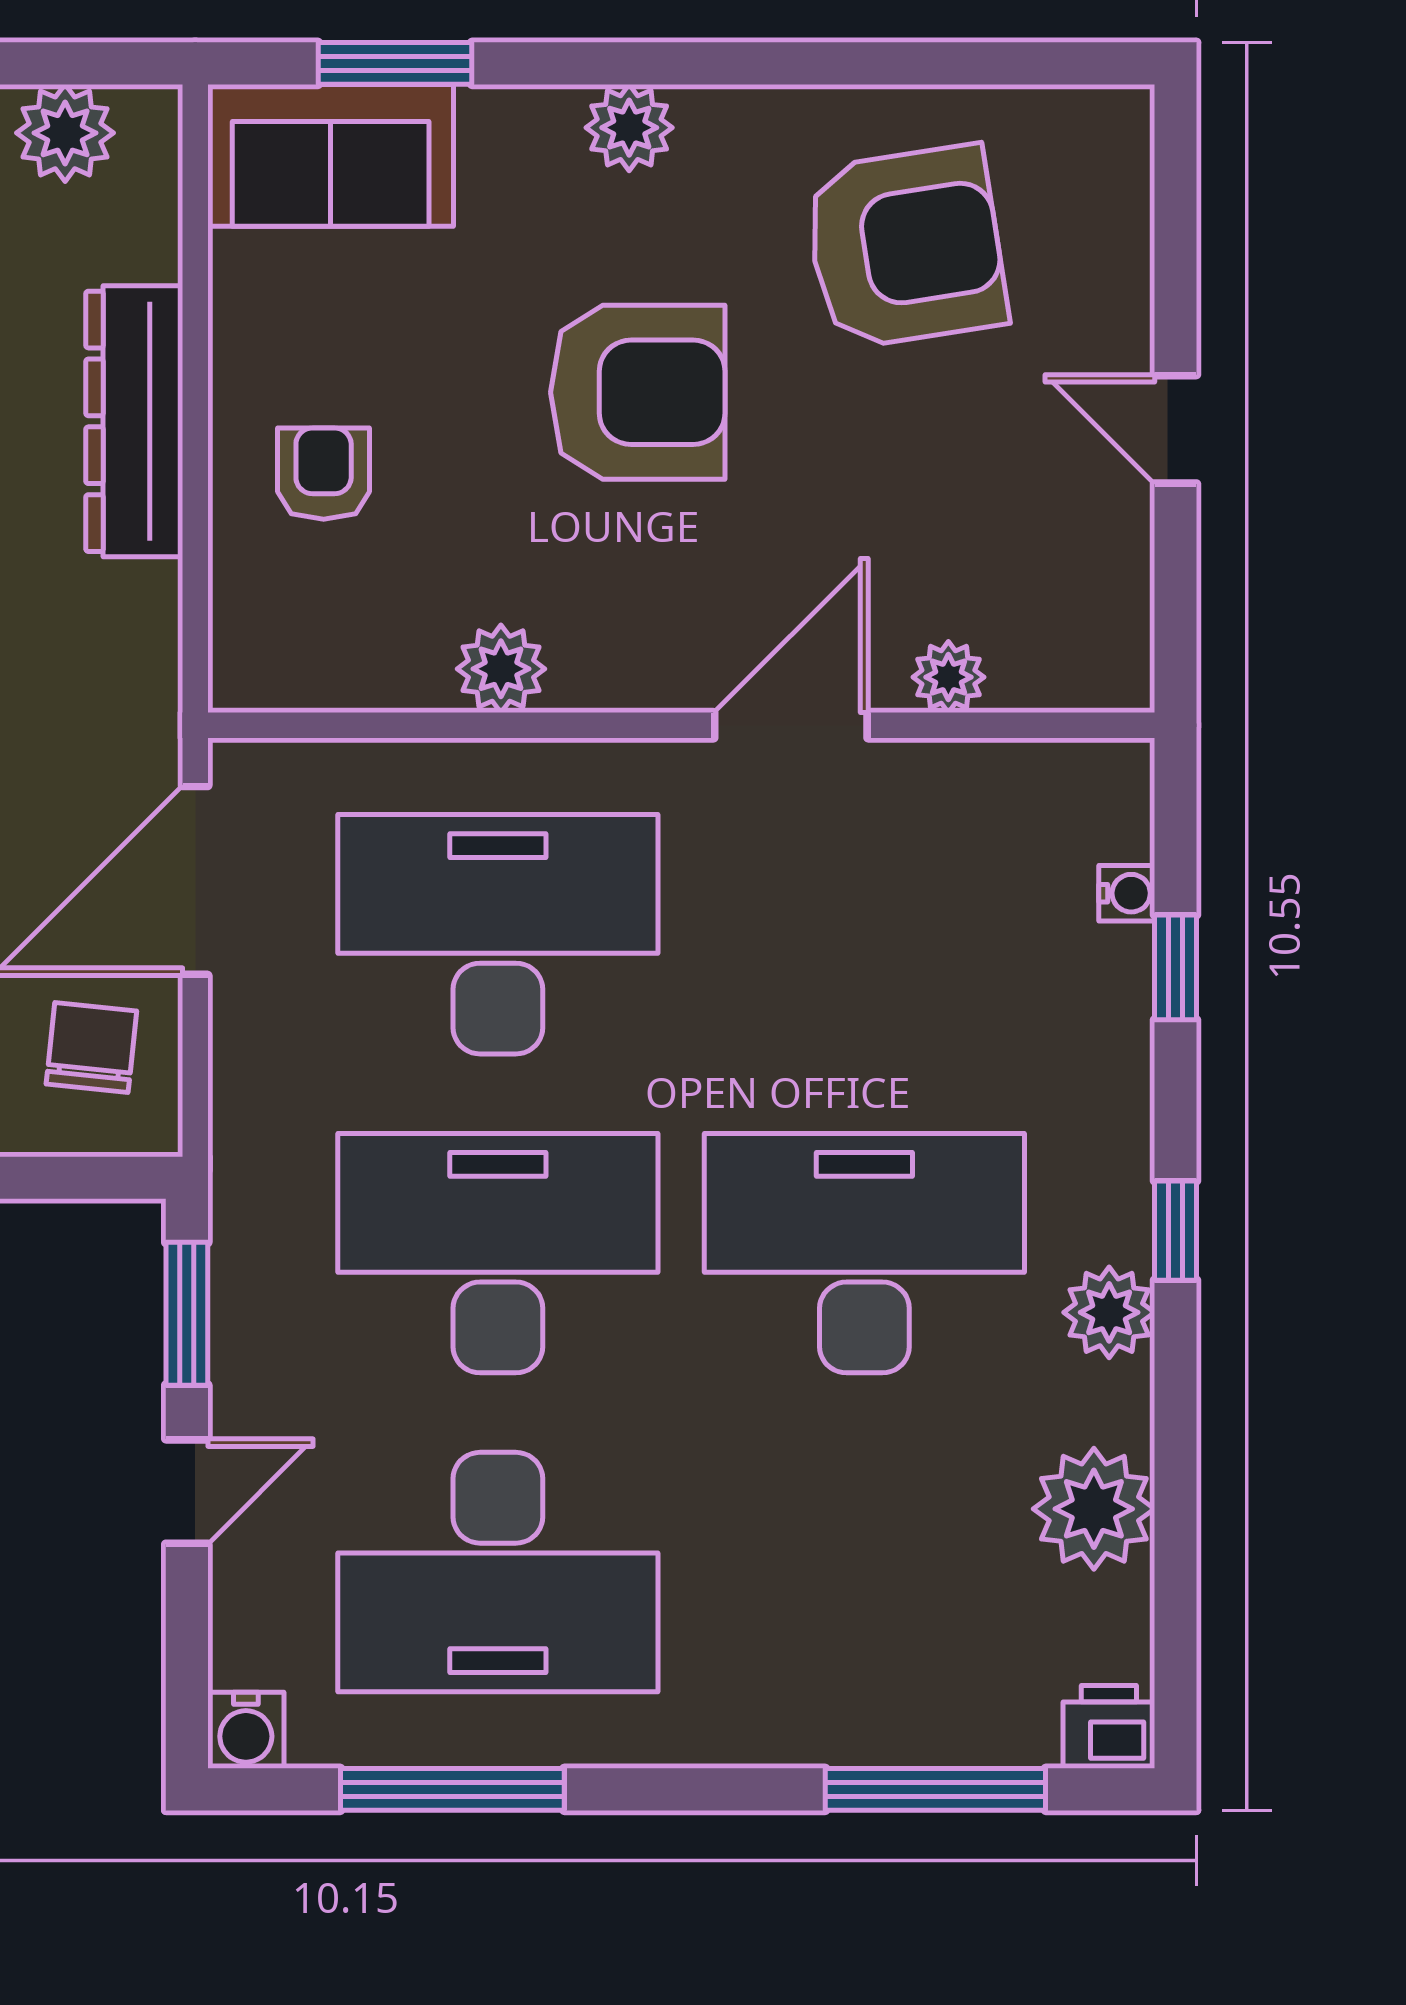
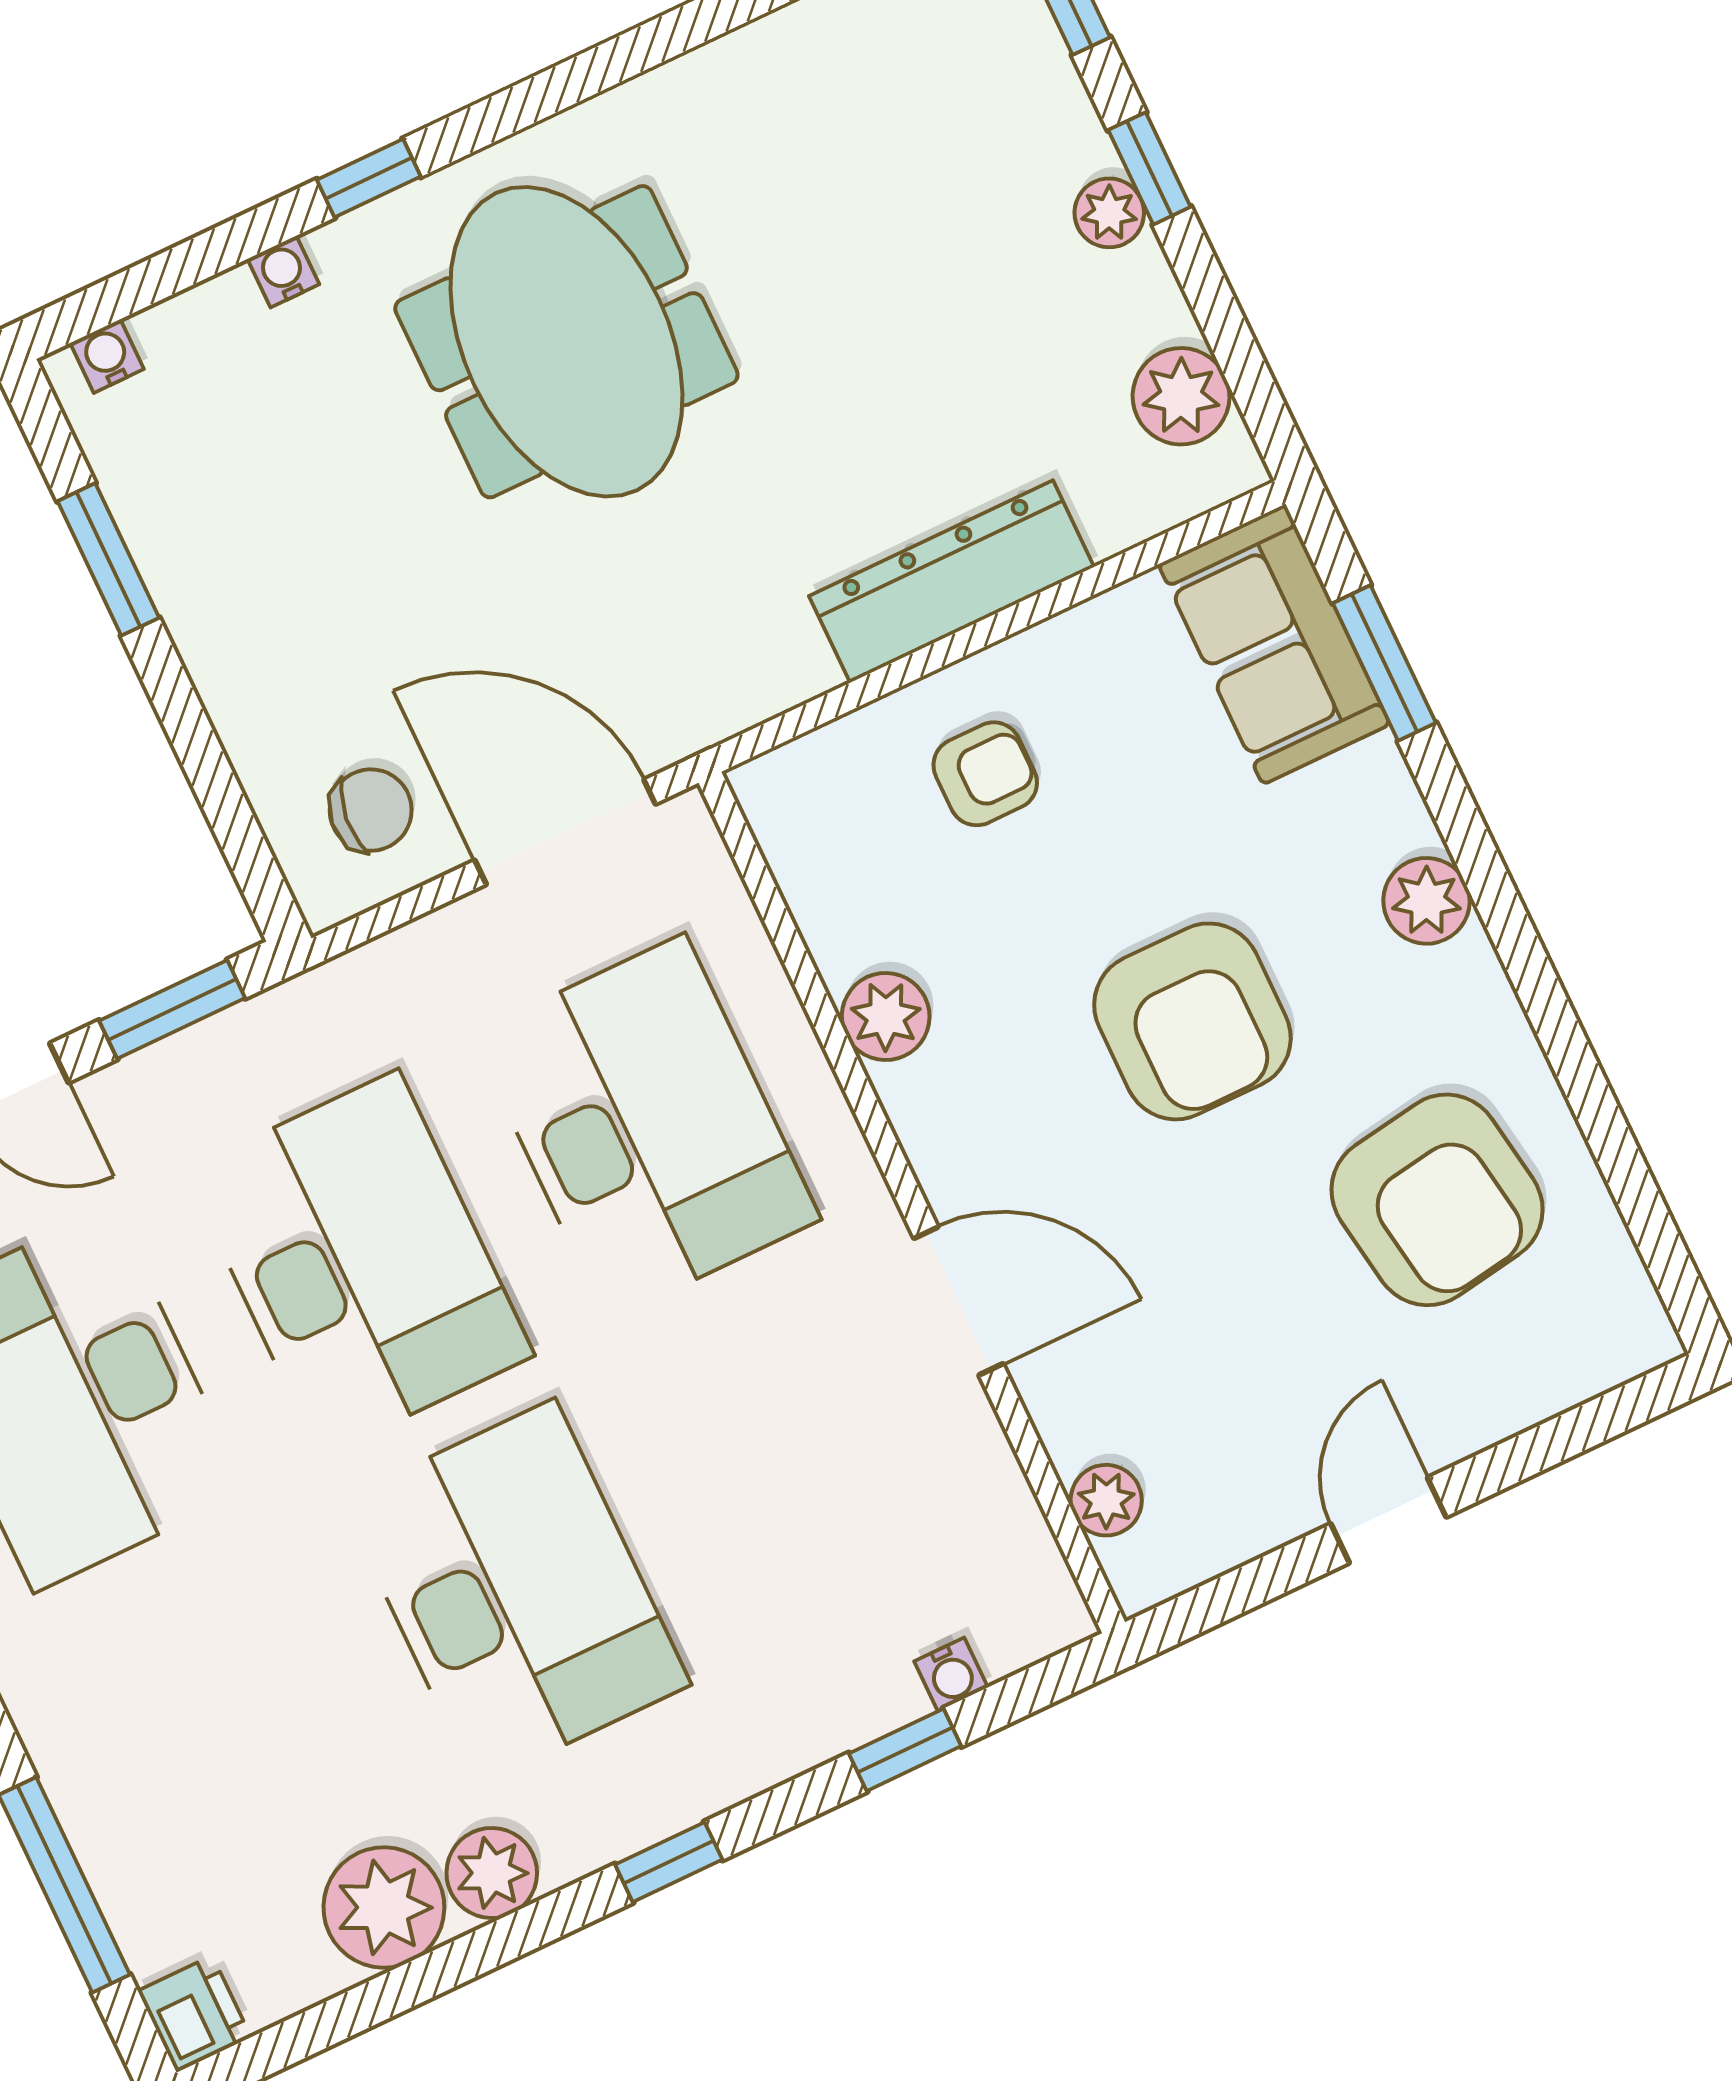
plant: (948, 677) -> (1106, 1500), moved
plant: (1109, 1312) -> (492, 1873), moved

